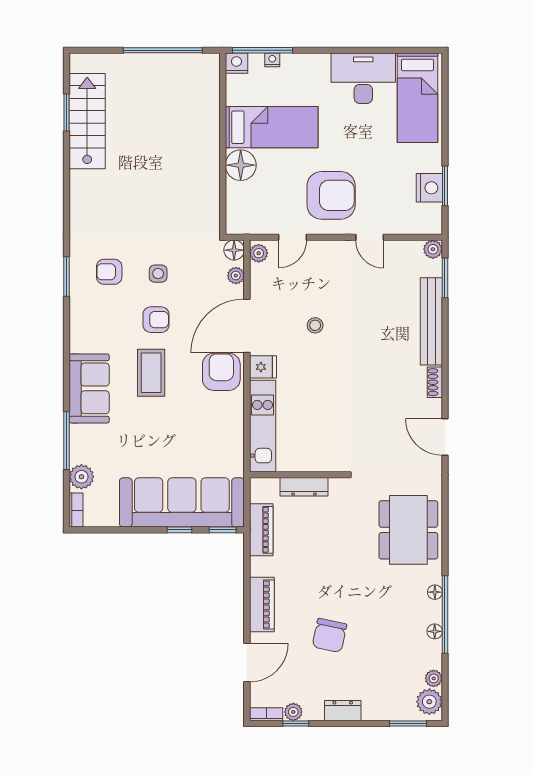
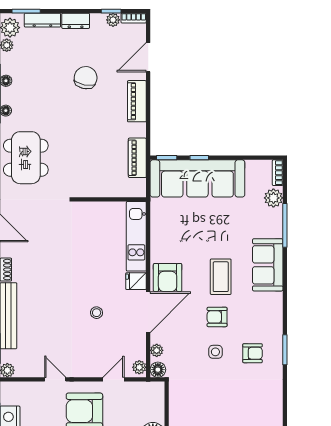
dresser: (304, 487) -> (42, 20), moved, turned 180

